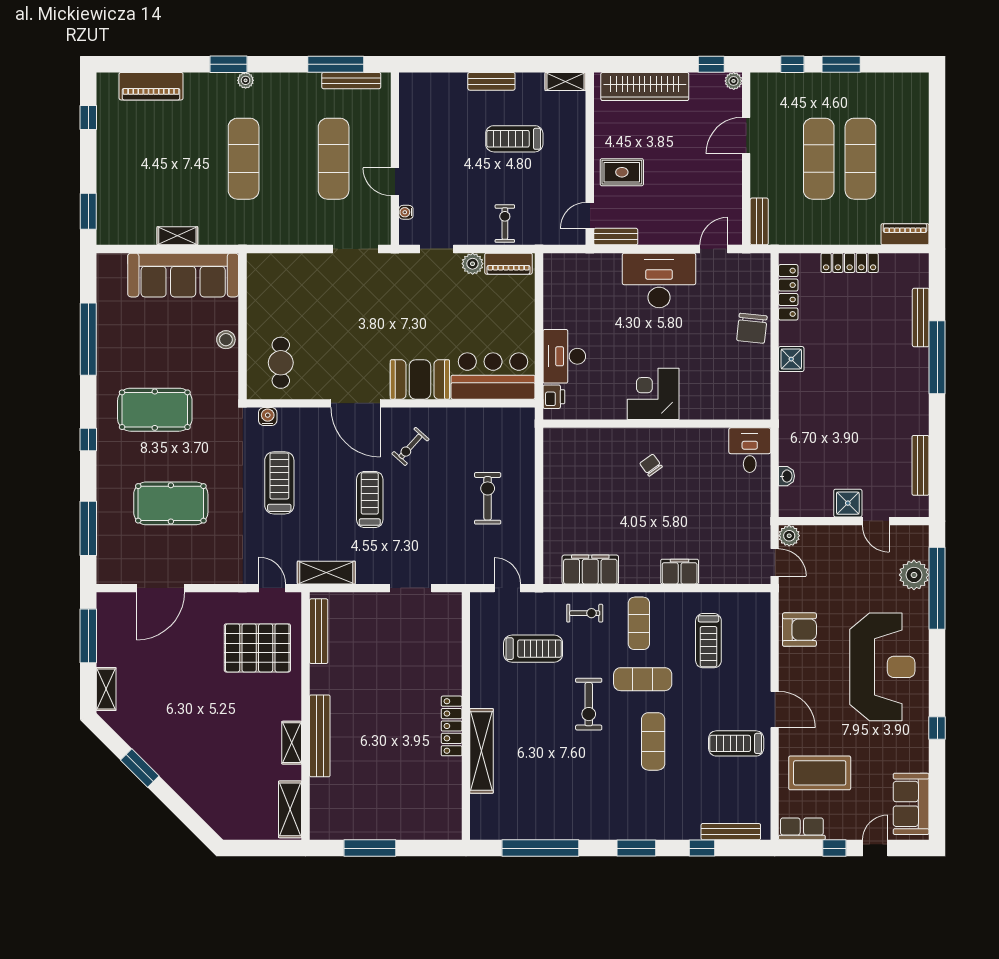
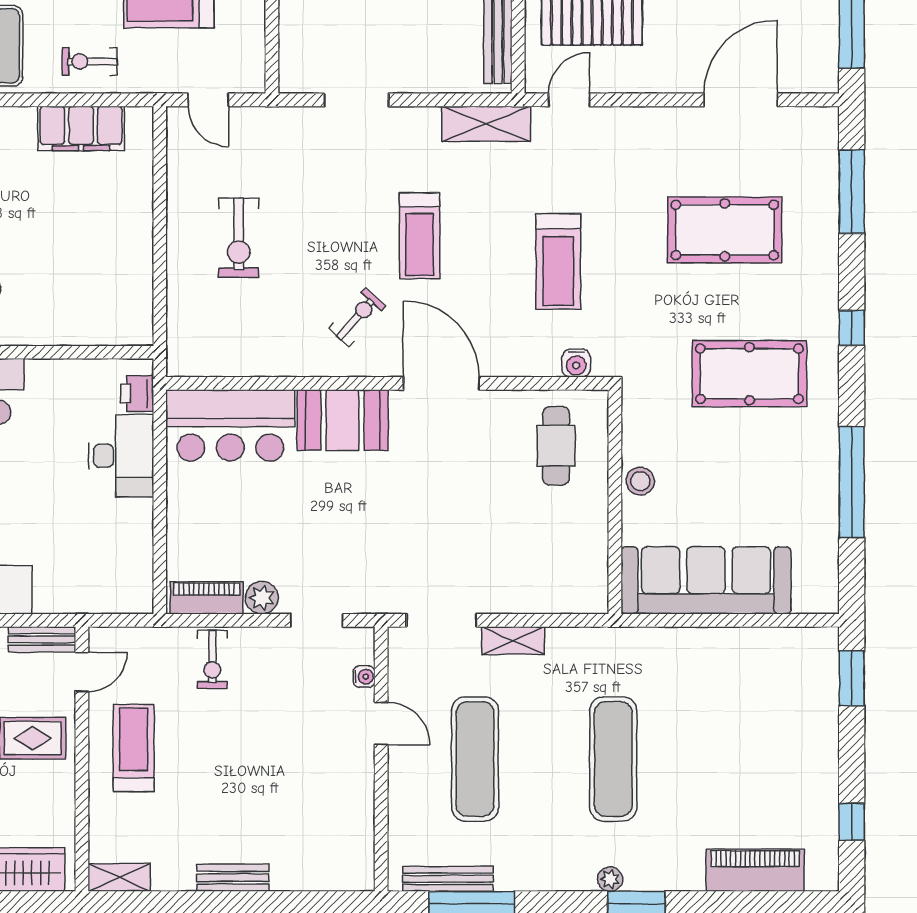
treadmill: (514, 139) -> (134, 748), moved, turned -90
shelving: (177, 236) -> (513, 641), moved
door: (272, 588) -> (569, 100), swing flipped

